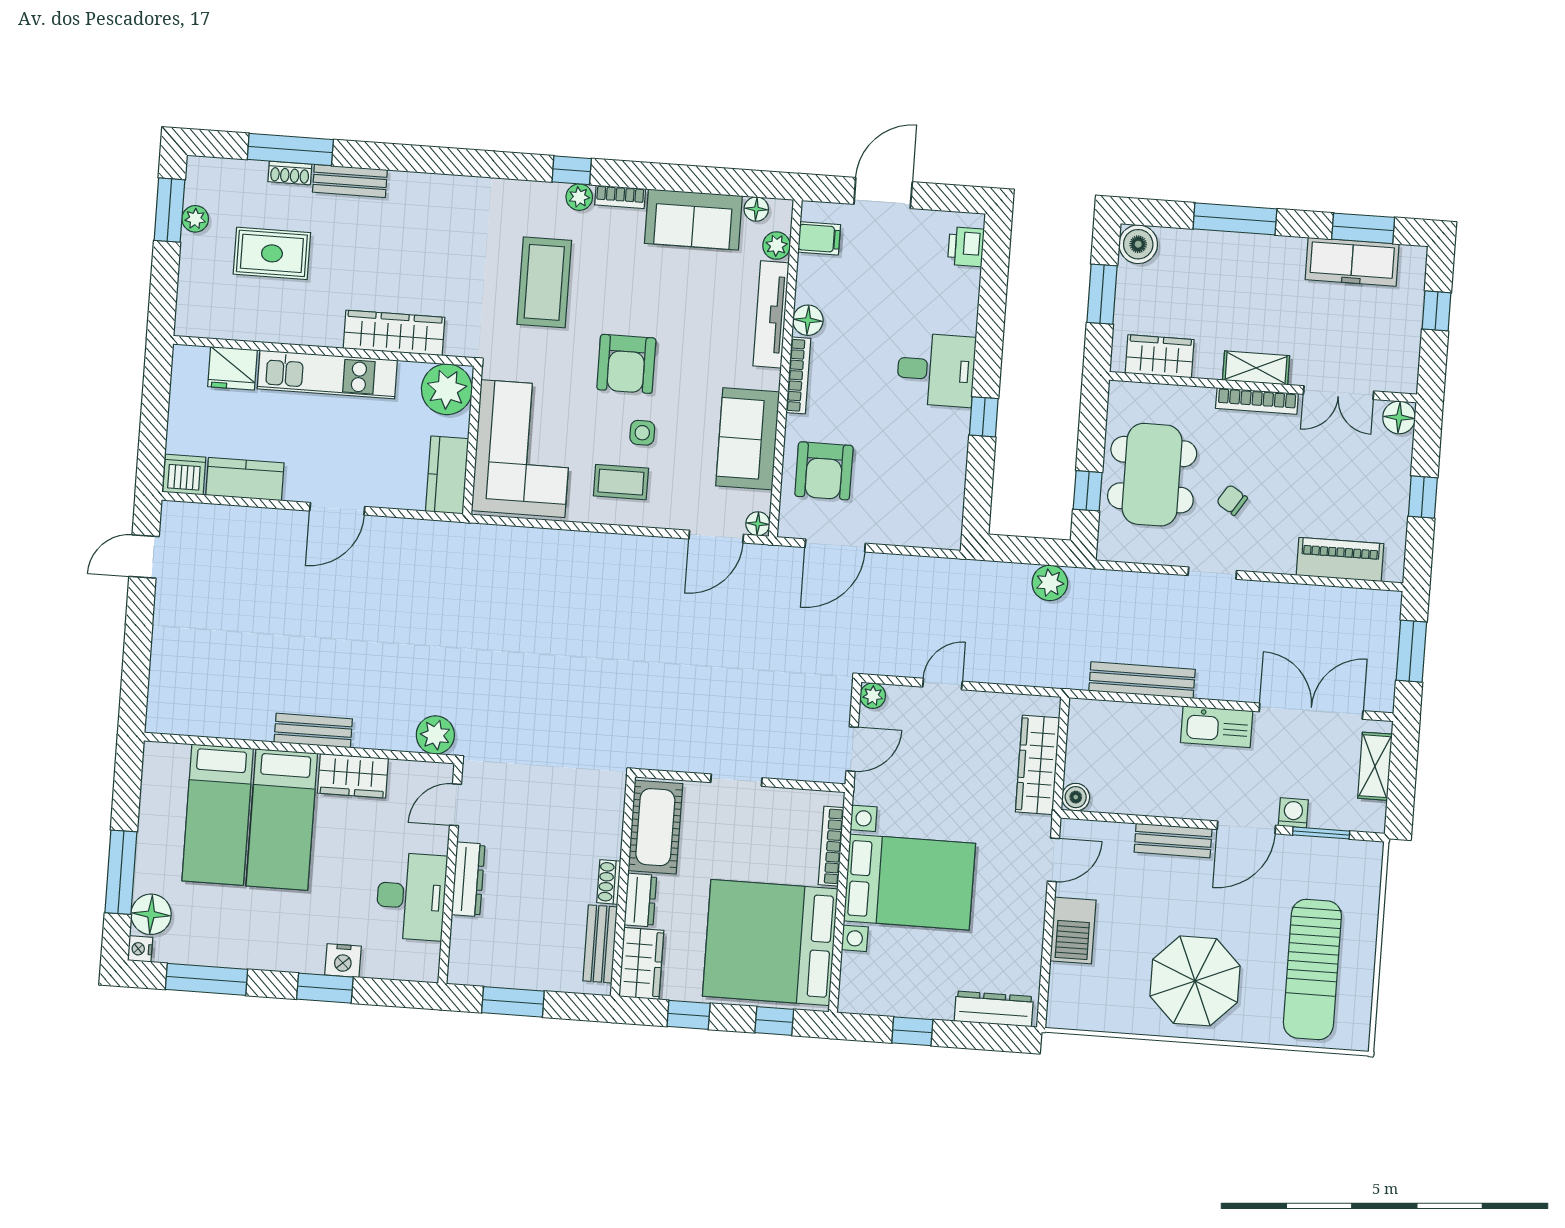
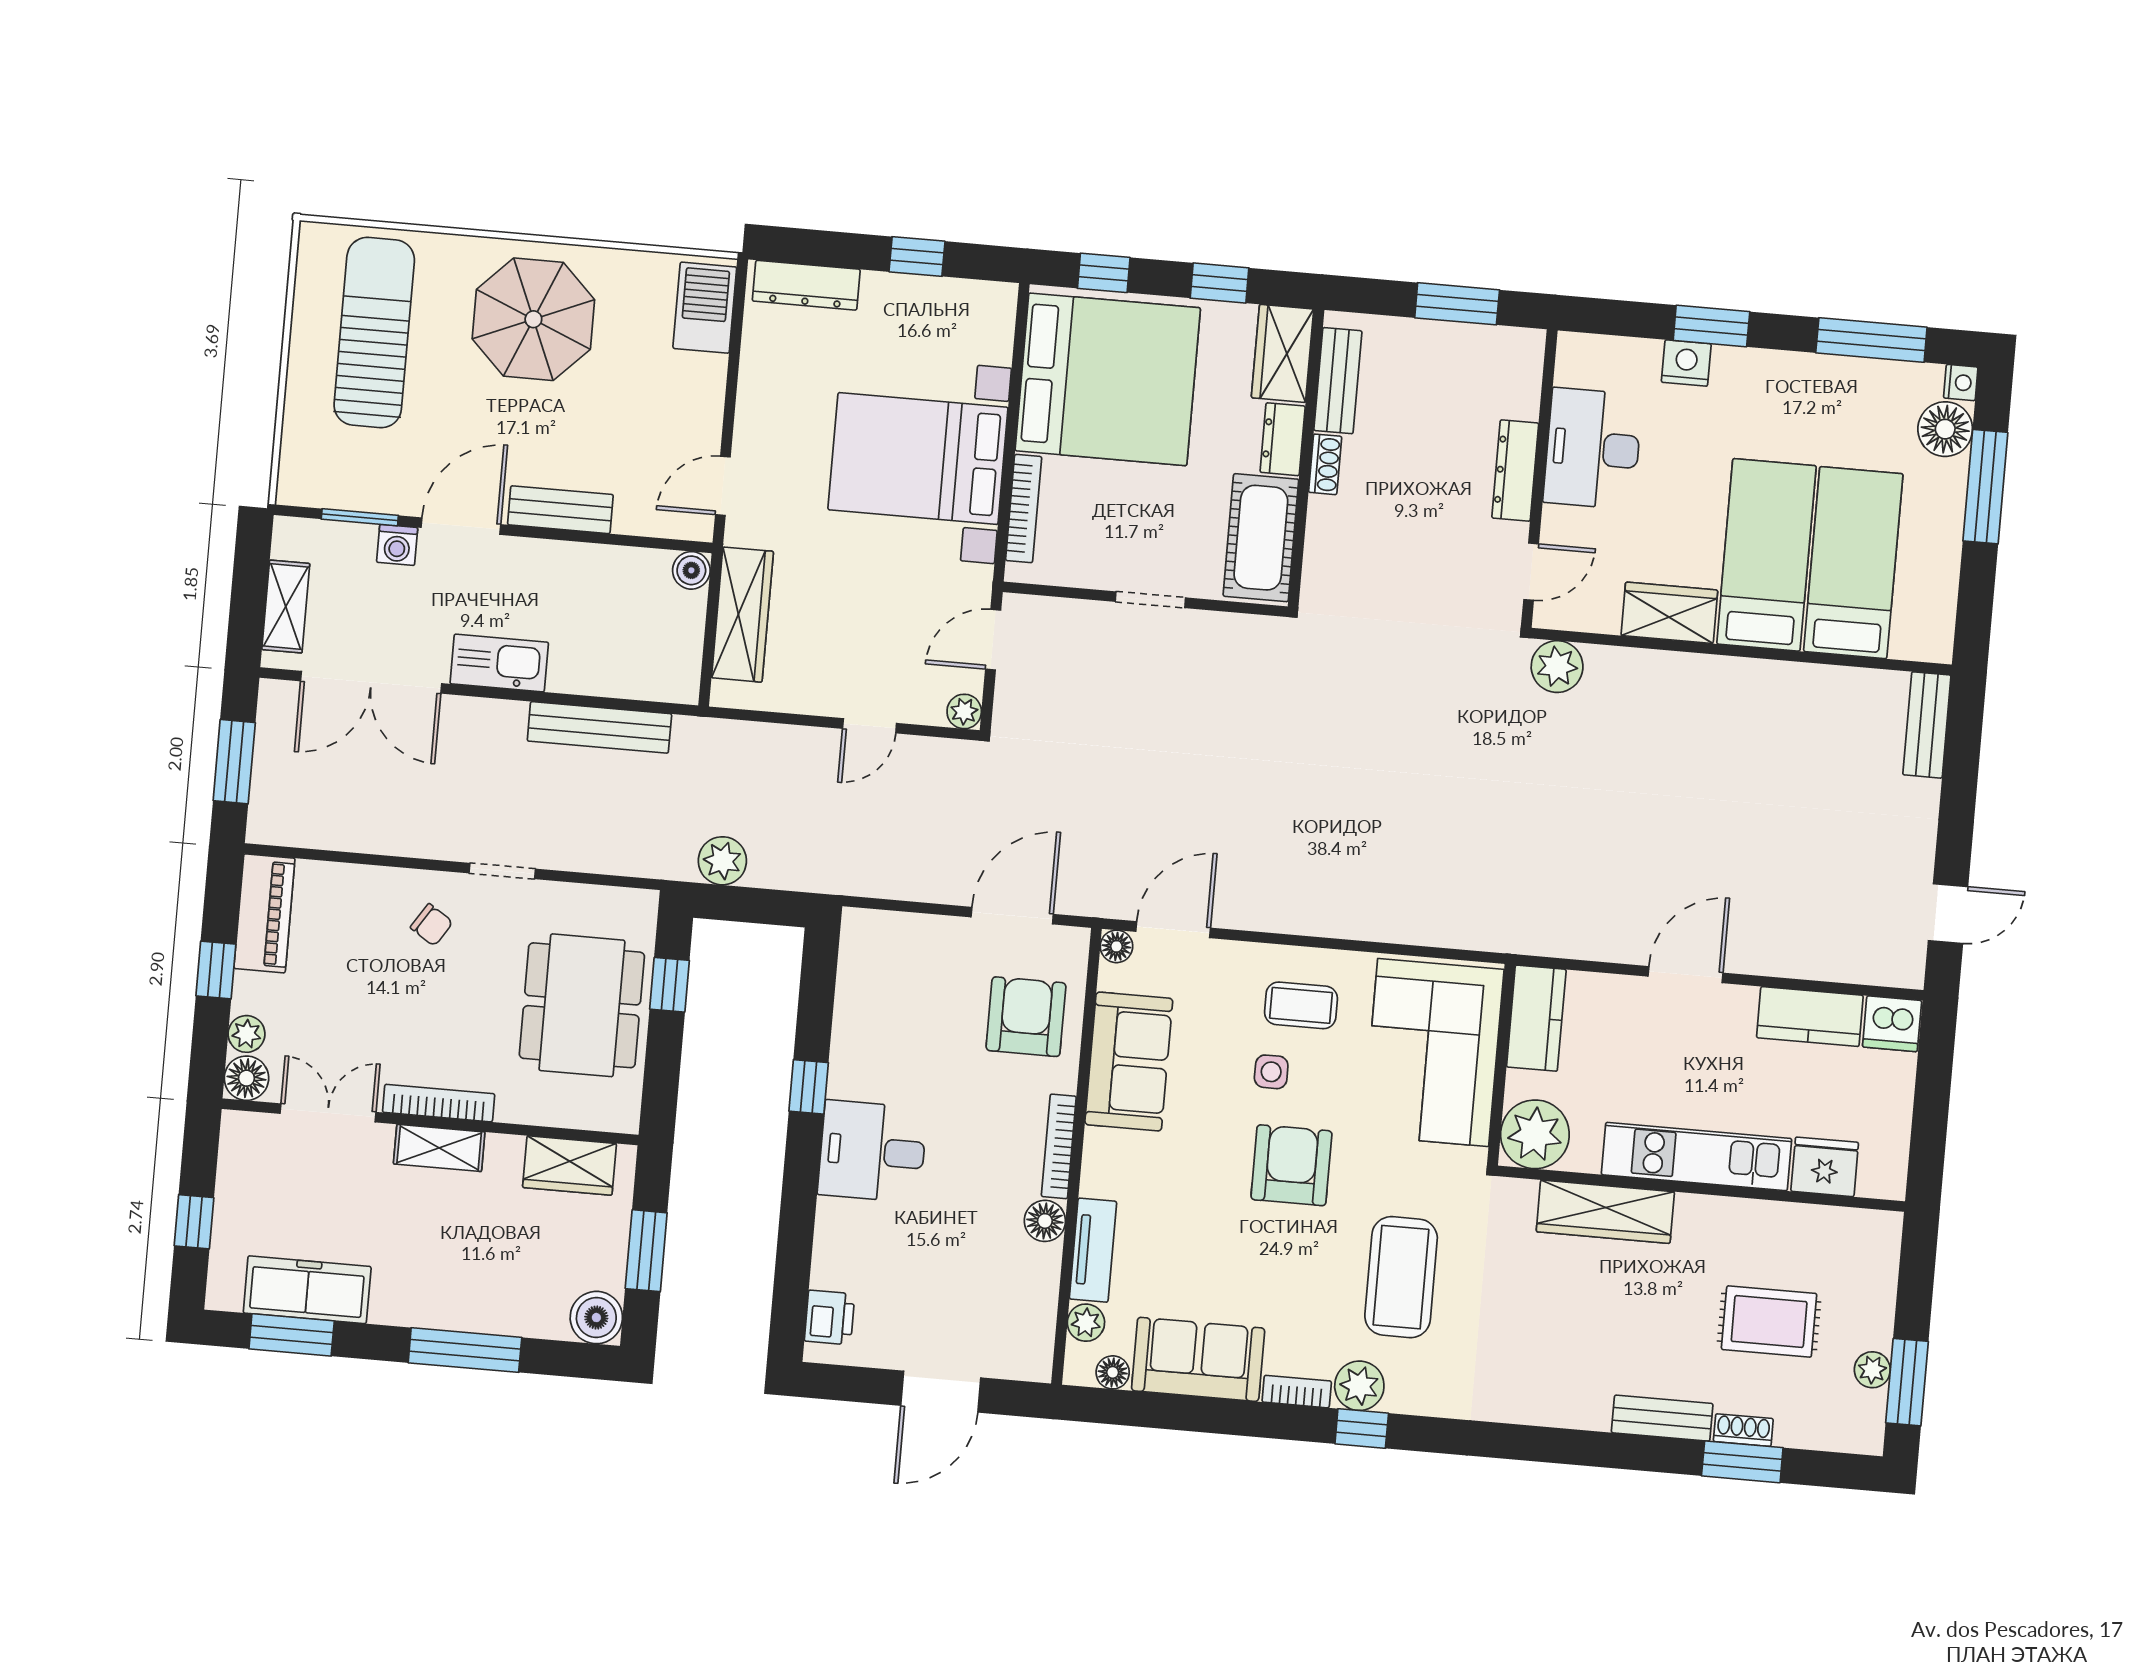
window: (290, 149) -> (1742, 1462), width x0.69
plant: (579, 197) -> (1359, 1386), width x1.38, depth x1.38
filing cabinet: (819, 238) -> (1028, 1332), removed
tv unit: (771, 314) -> (1093, 1250), width x0.71
plant: (1400, 450) -> (247, 1034), added
chair: (1232, 500) -> (432, 925), moved
piano: (1340, 559) -> (264, 913), moved, turned -90
bench: (313, 731) -> (1927, 725), moved, turned 90
barbecue: (1073, 930) -> (705, 308), moved

